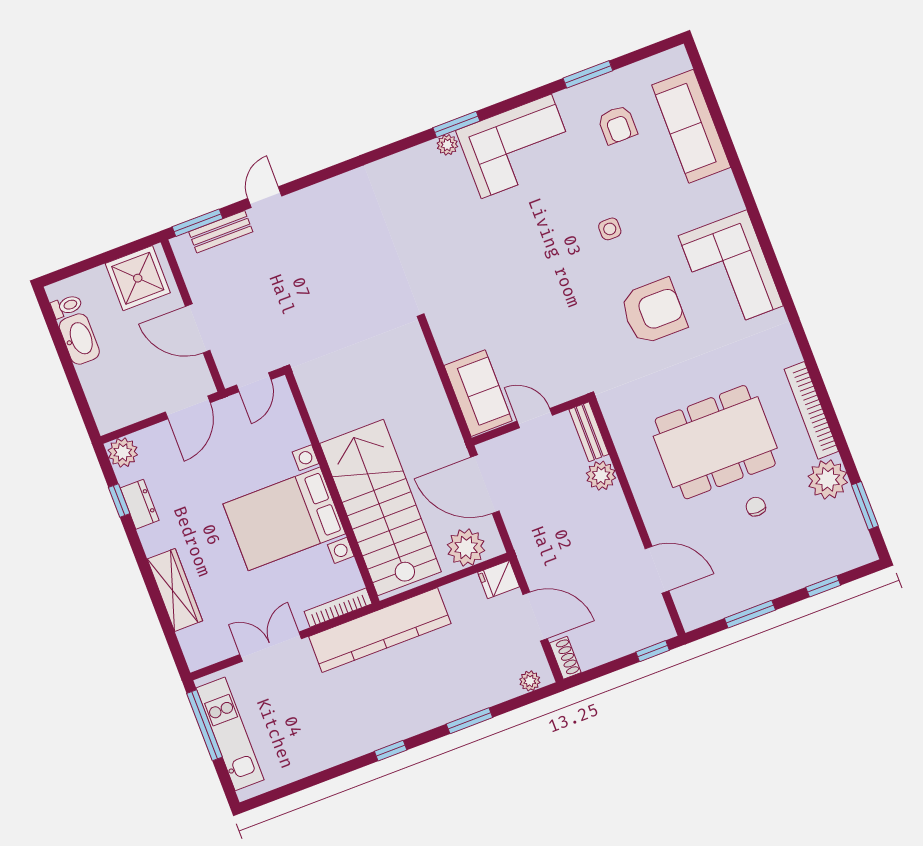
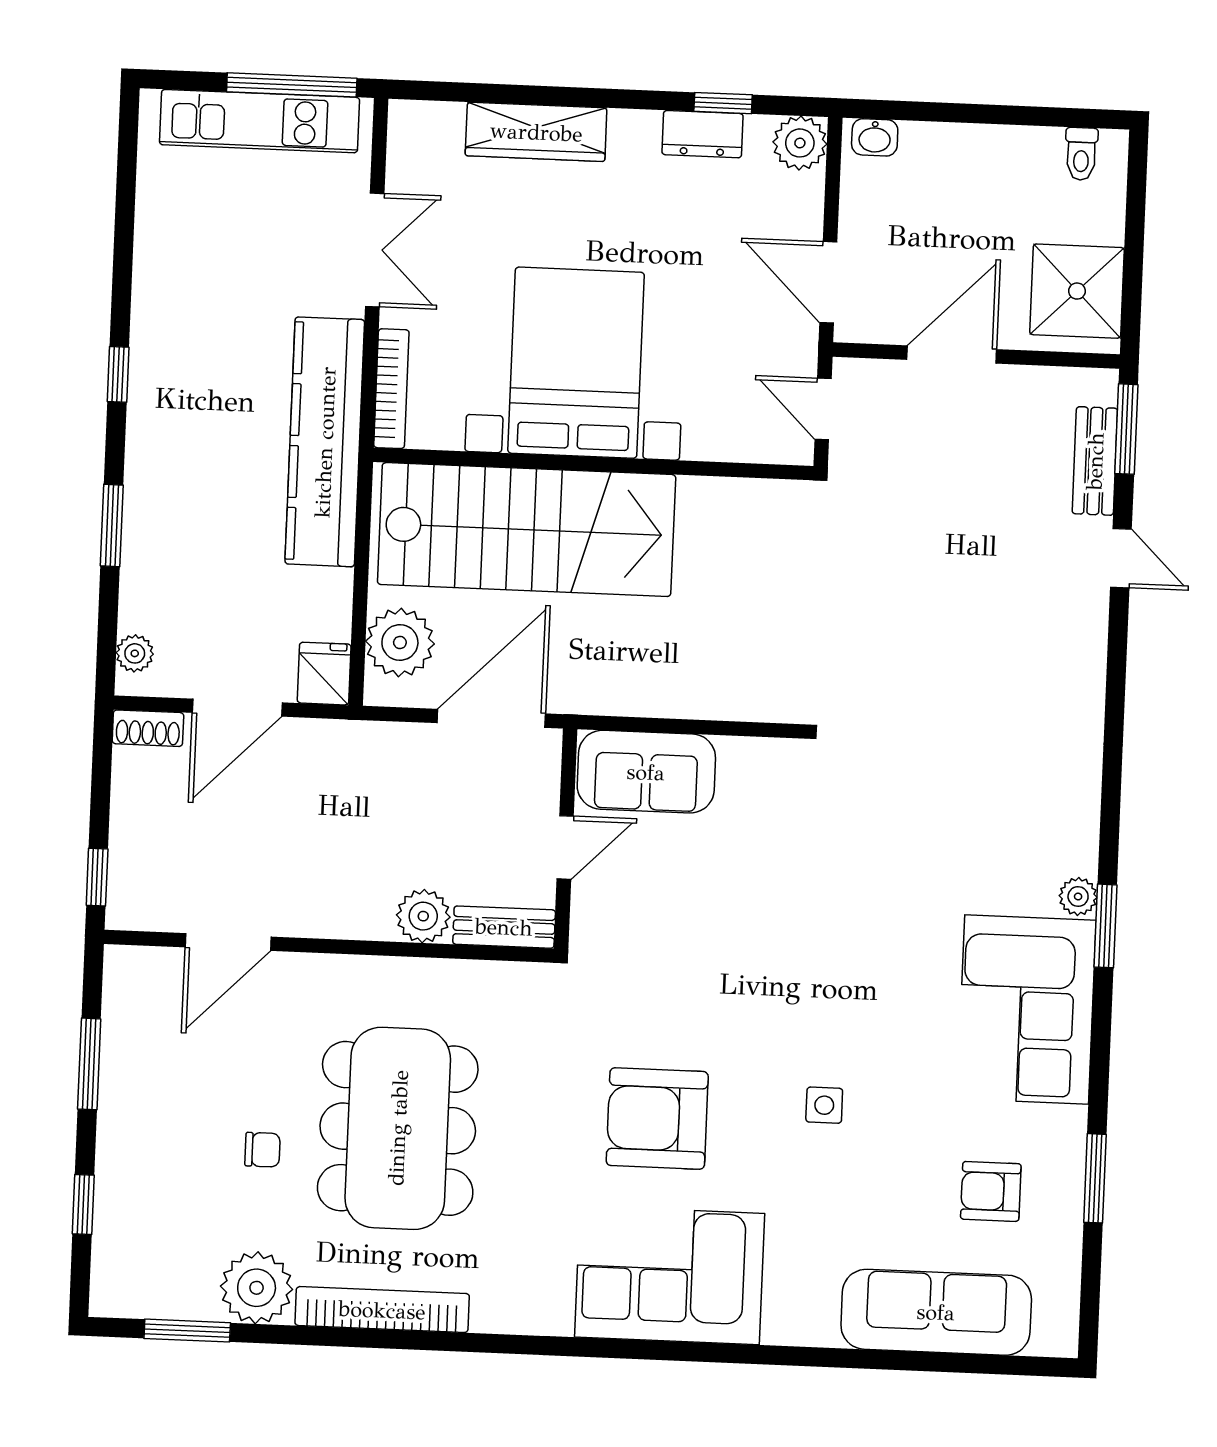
armchair: (653, 311) -> (657, 1119), turned 90
washbasin: (79, 339) -> (875, 137), moved, width x0.52, depth x0.69

